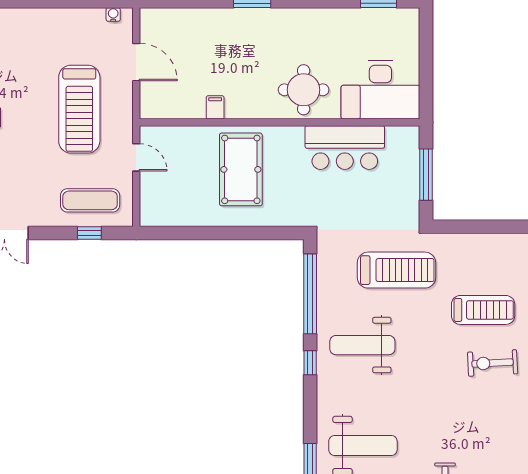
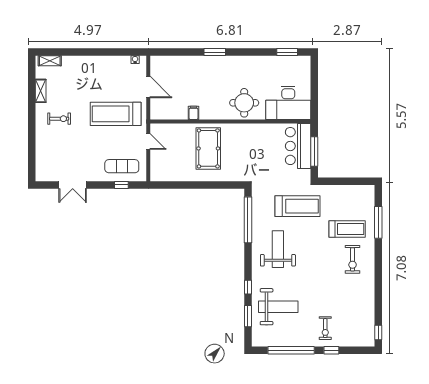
treadmill: (79, 109) -> (116, 114), turned 90
bar counter: (345, 148) -> (298, 146), moved, turned 90
weight bench: (362, 345) -> (278, 249), turned 90
window: (310, 363) -> (248, 287), moved
exercise bike: (493, 363) -> (353, 259), turned -87

